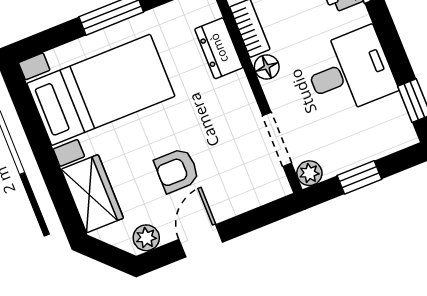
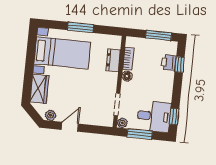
desk: (350, 71) -> (154, 116), moved
armchair: (177, 170) -> (75, 97), removed
window: (359, 177) -> (140, 134), width x1.50

